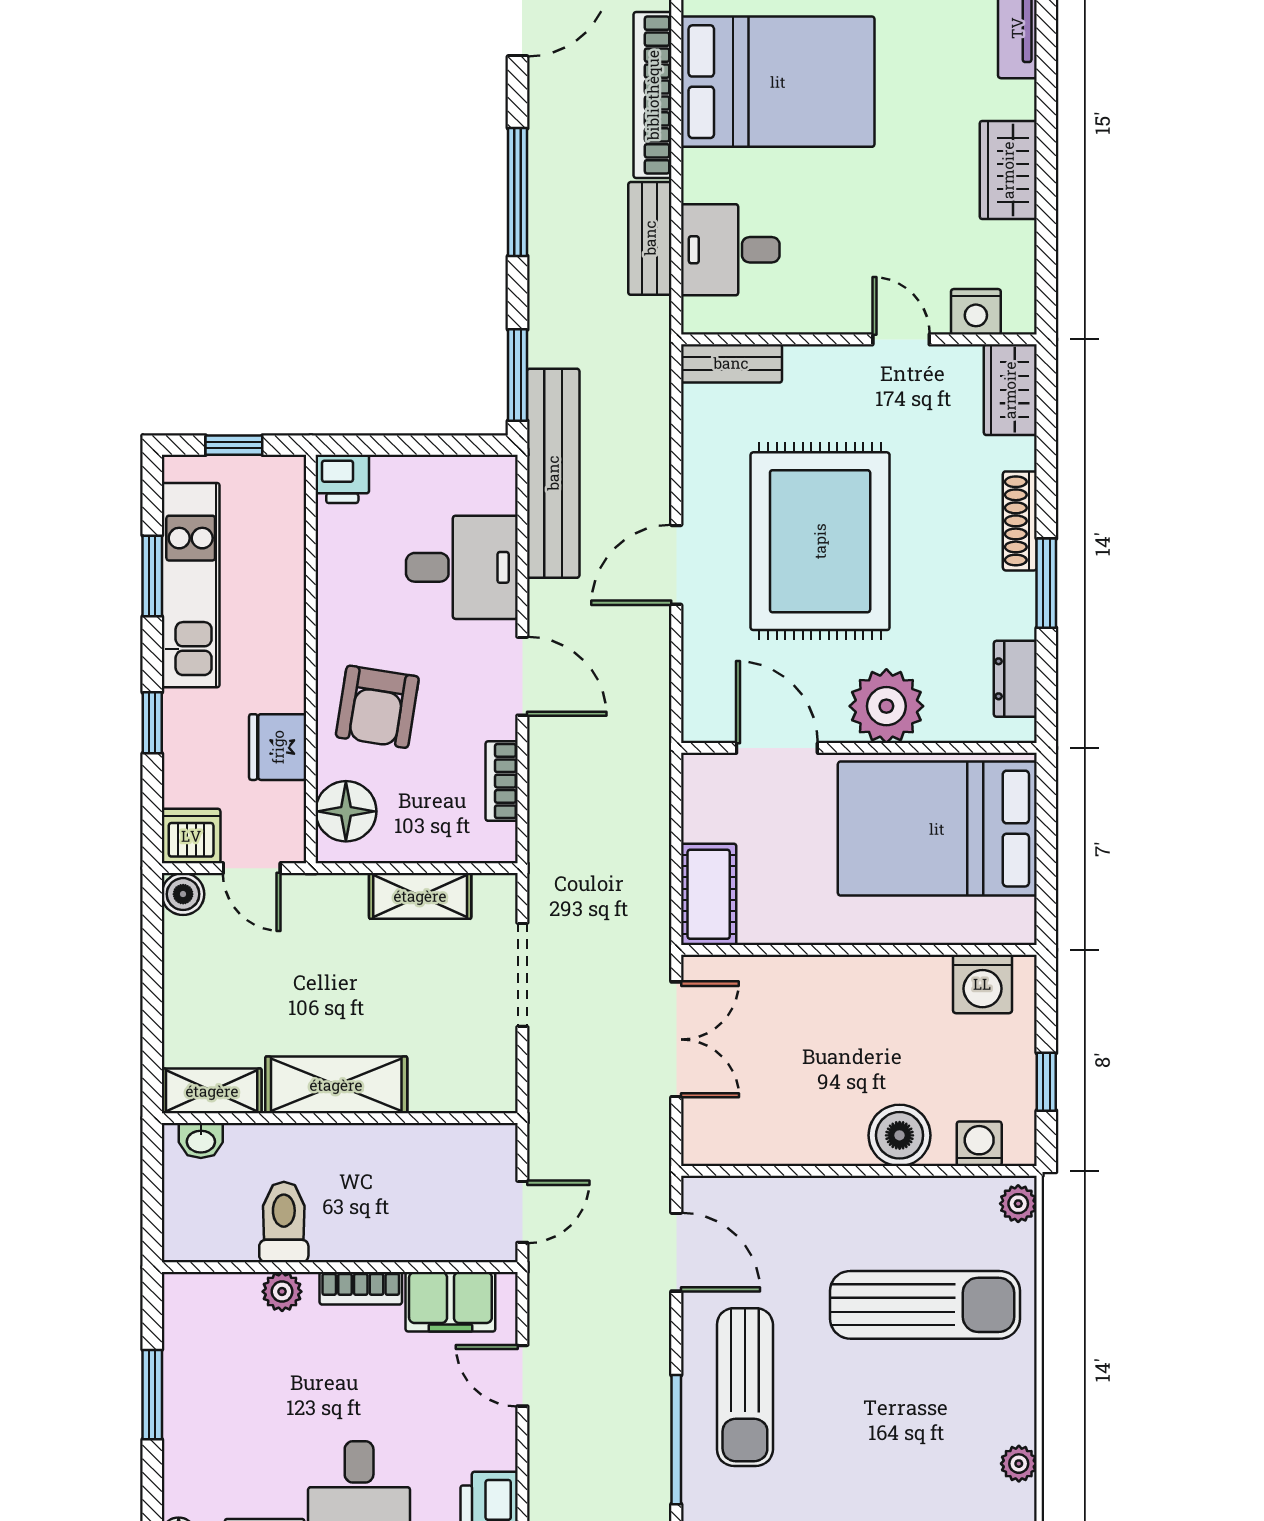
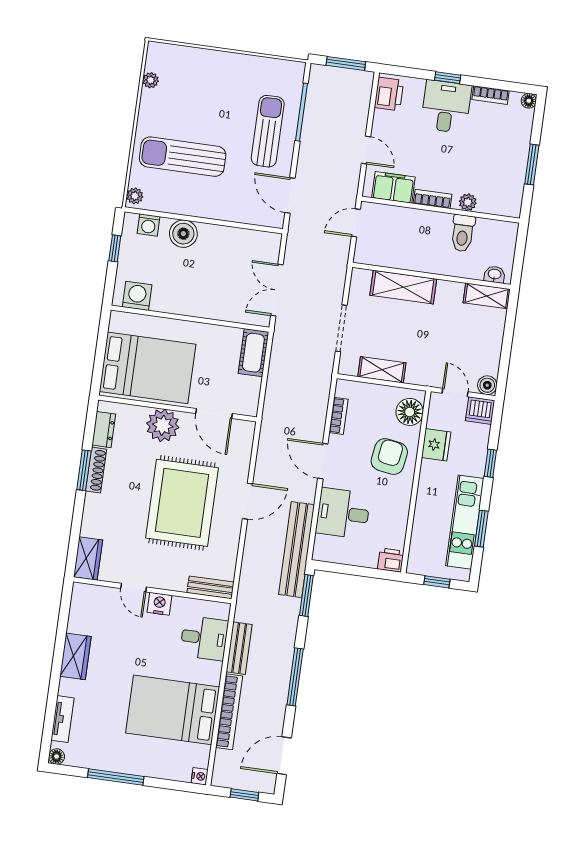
nightstand: (976, 312) -> (159, 604), moved
shoe rack: (1020, 521) -> (96, 470), moved
shelving: (336, 1085) -> (403, 287), moved

